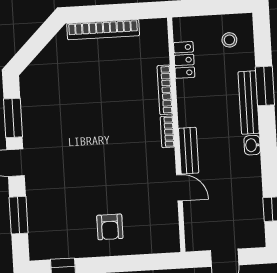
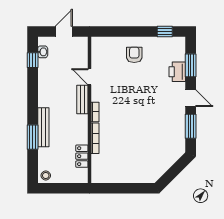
bookcase: (103, 30) -> (131, 178), removed
stool: (229, 40) -> (46, 176), moved
washbasin: (252, 145) -> (43, 52), moved
printer: (39, 204) -> (177, 72), added

